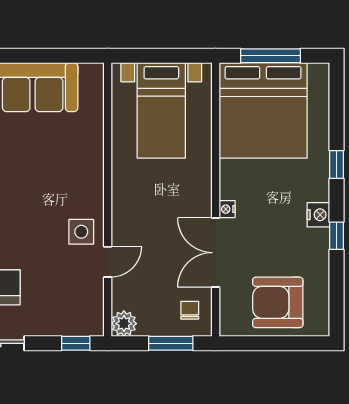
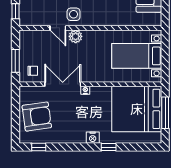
nightstand: (318, 215) -> (93, 138), moved
window: (336, 236) -> (39, 147), moved
armchair: (278, 302) -> (37, 117), turned 82
plant: (124, 324) -> (76, 36), moved

